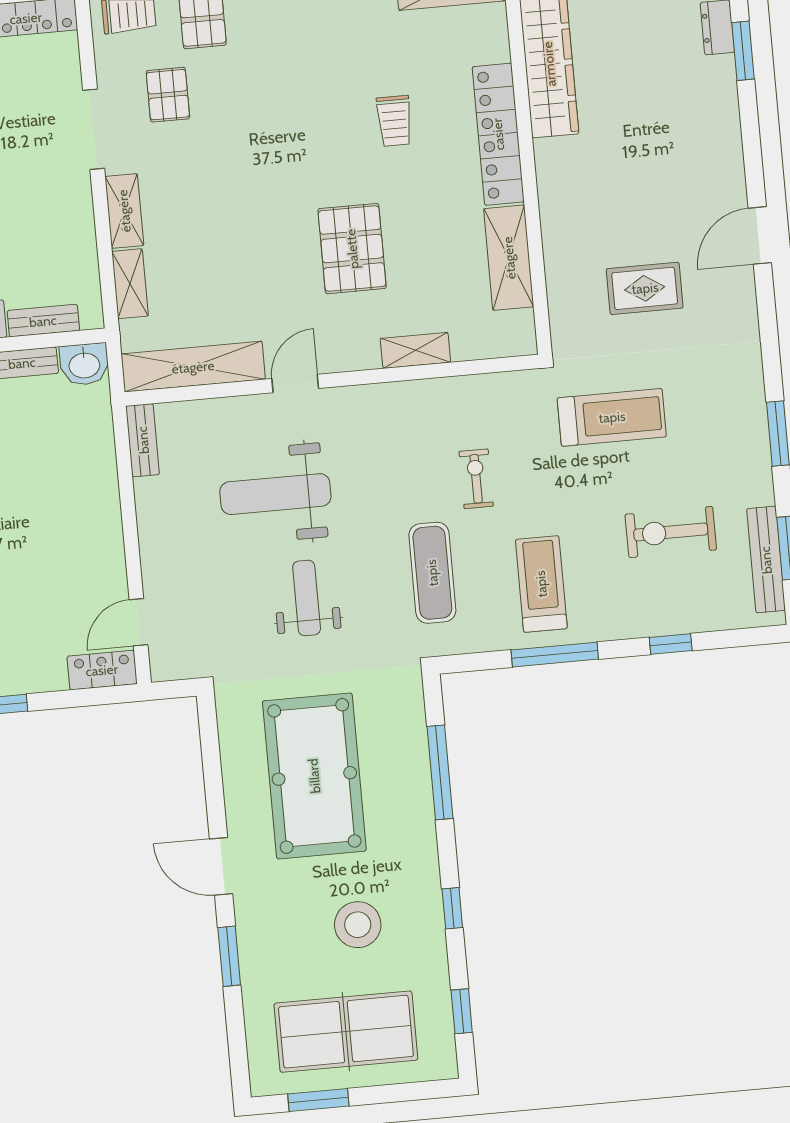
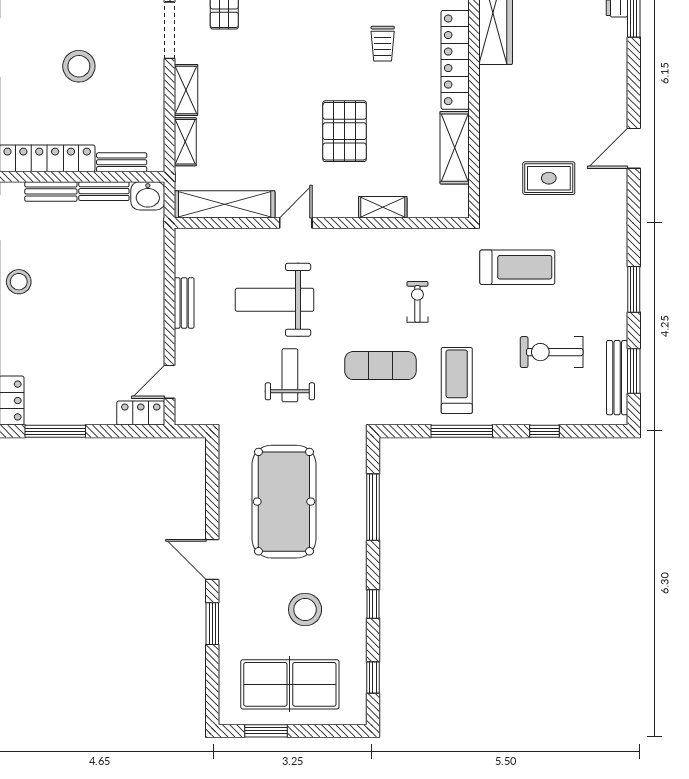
bench: (143, 440) -> (184, 303), moved
exercise mat: (432, 573) -> (380, 366), turned 90

